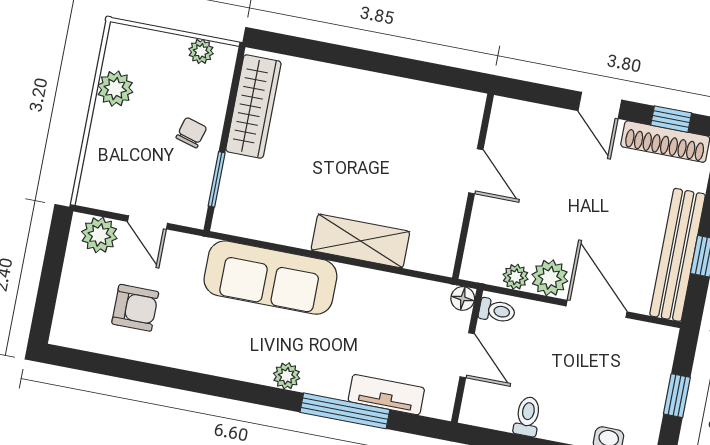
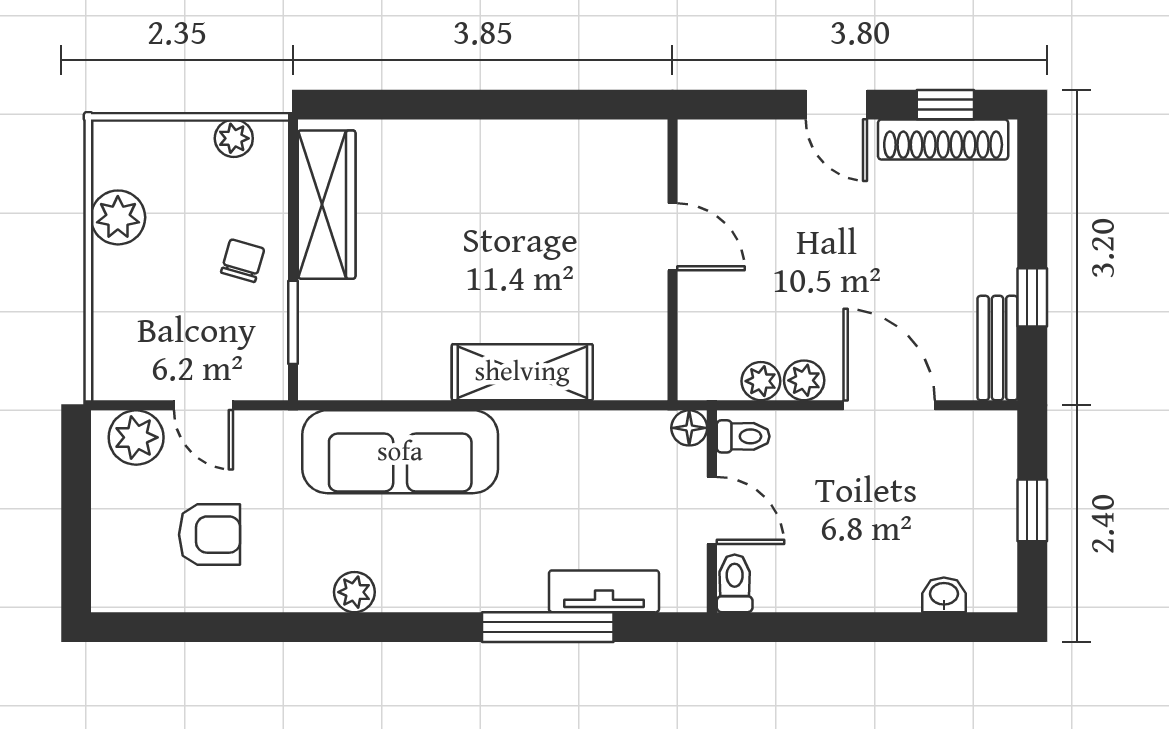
bench: (678, 255) -> (998, 348), width x0.54, depth x0.82
plant: (550, 278) -> (804, 380), width x0.73, depth x0.73
plant: (287, 376) -> (354, 592), moved
toilet: (527, 416) -> (735, 583), moved

